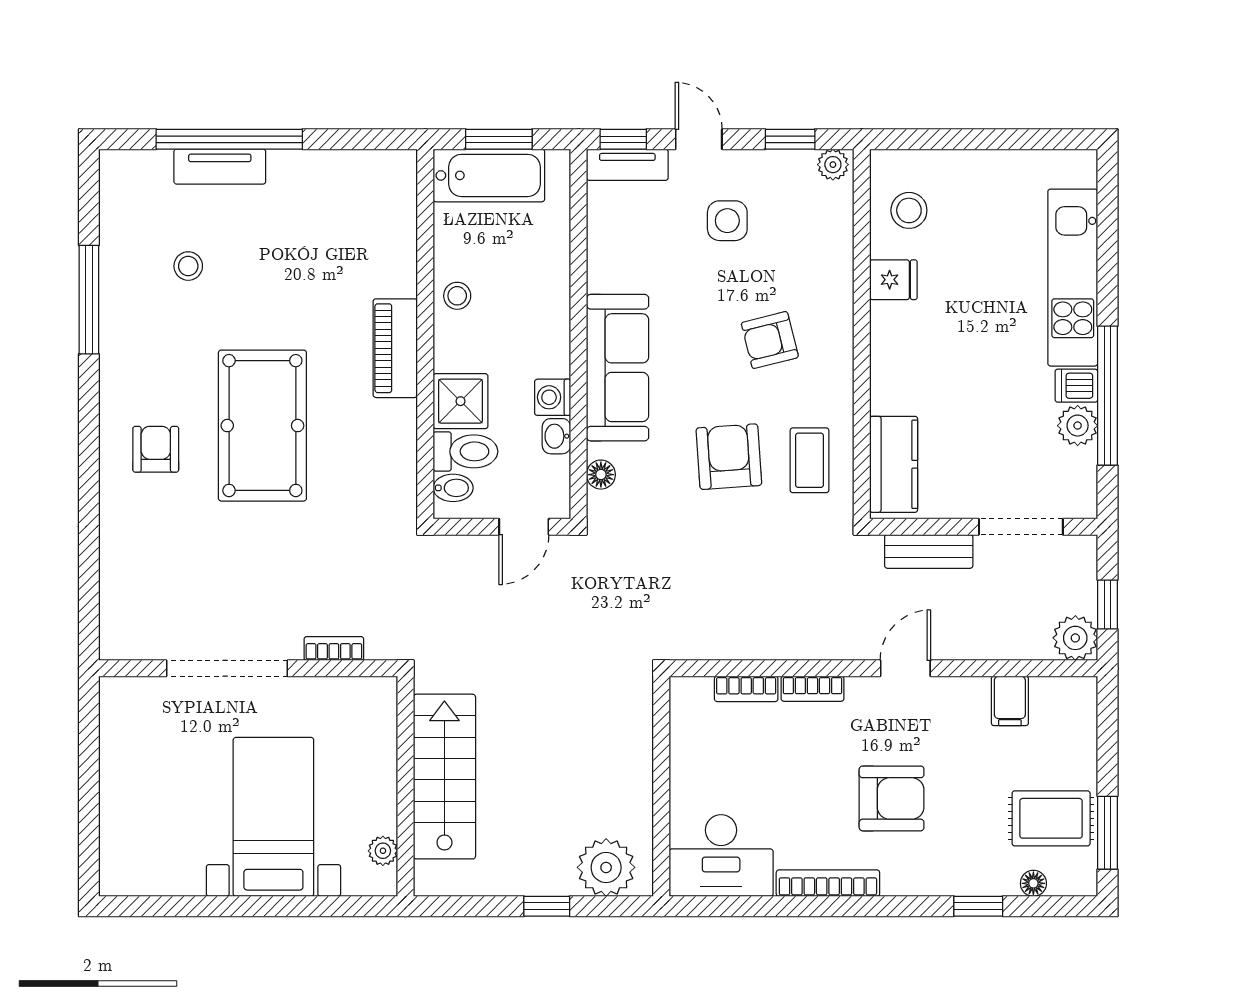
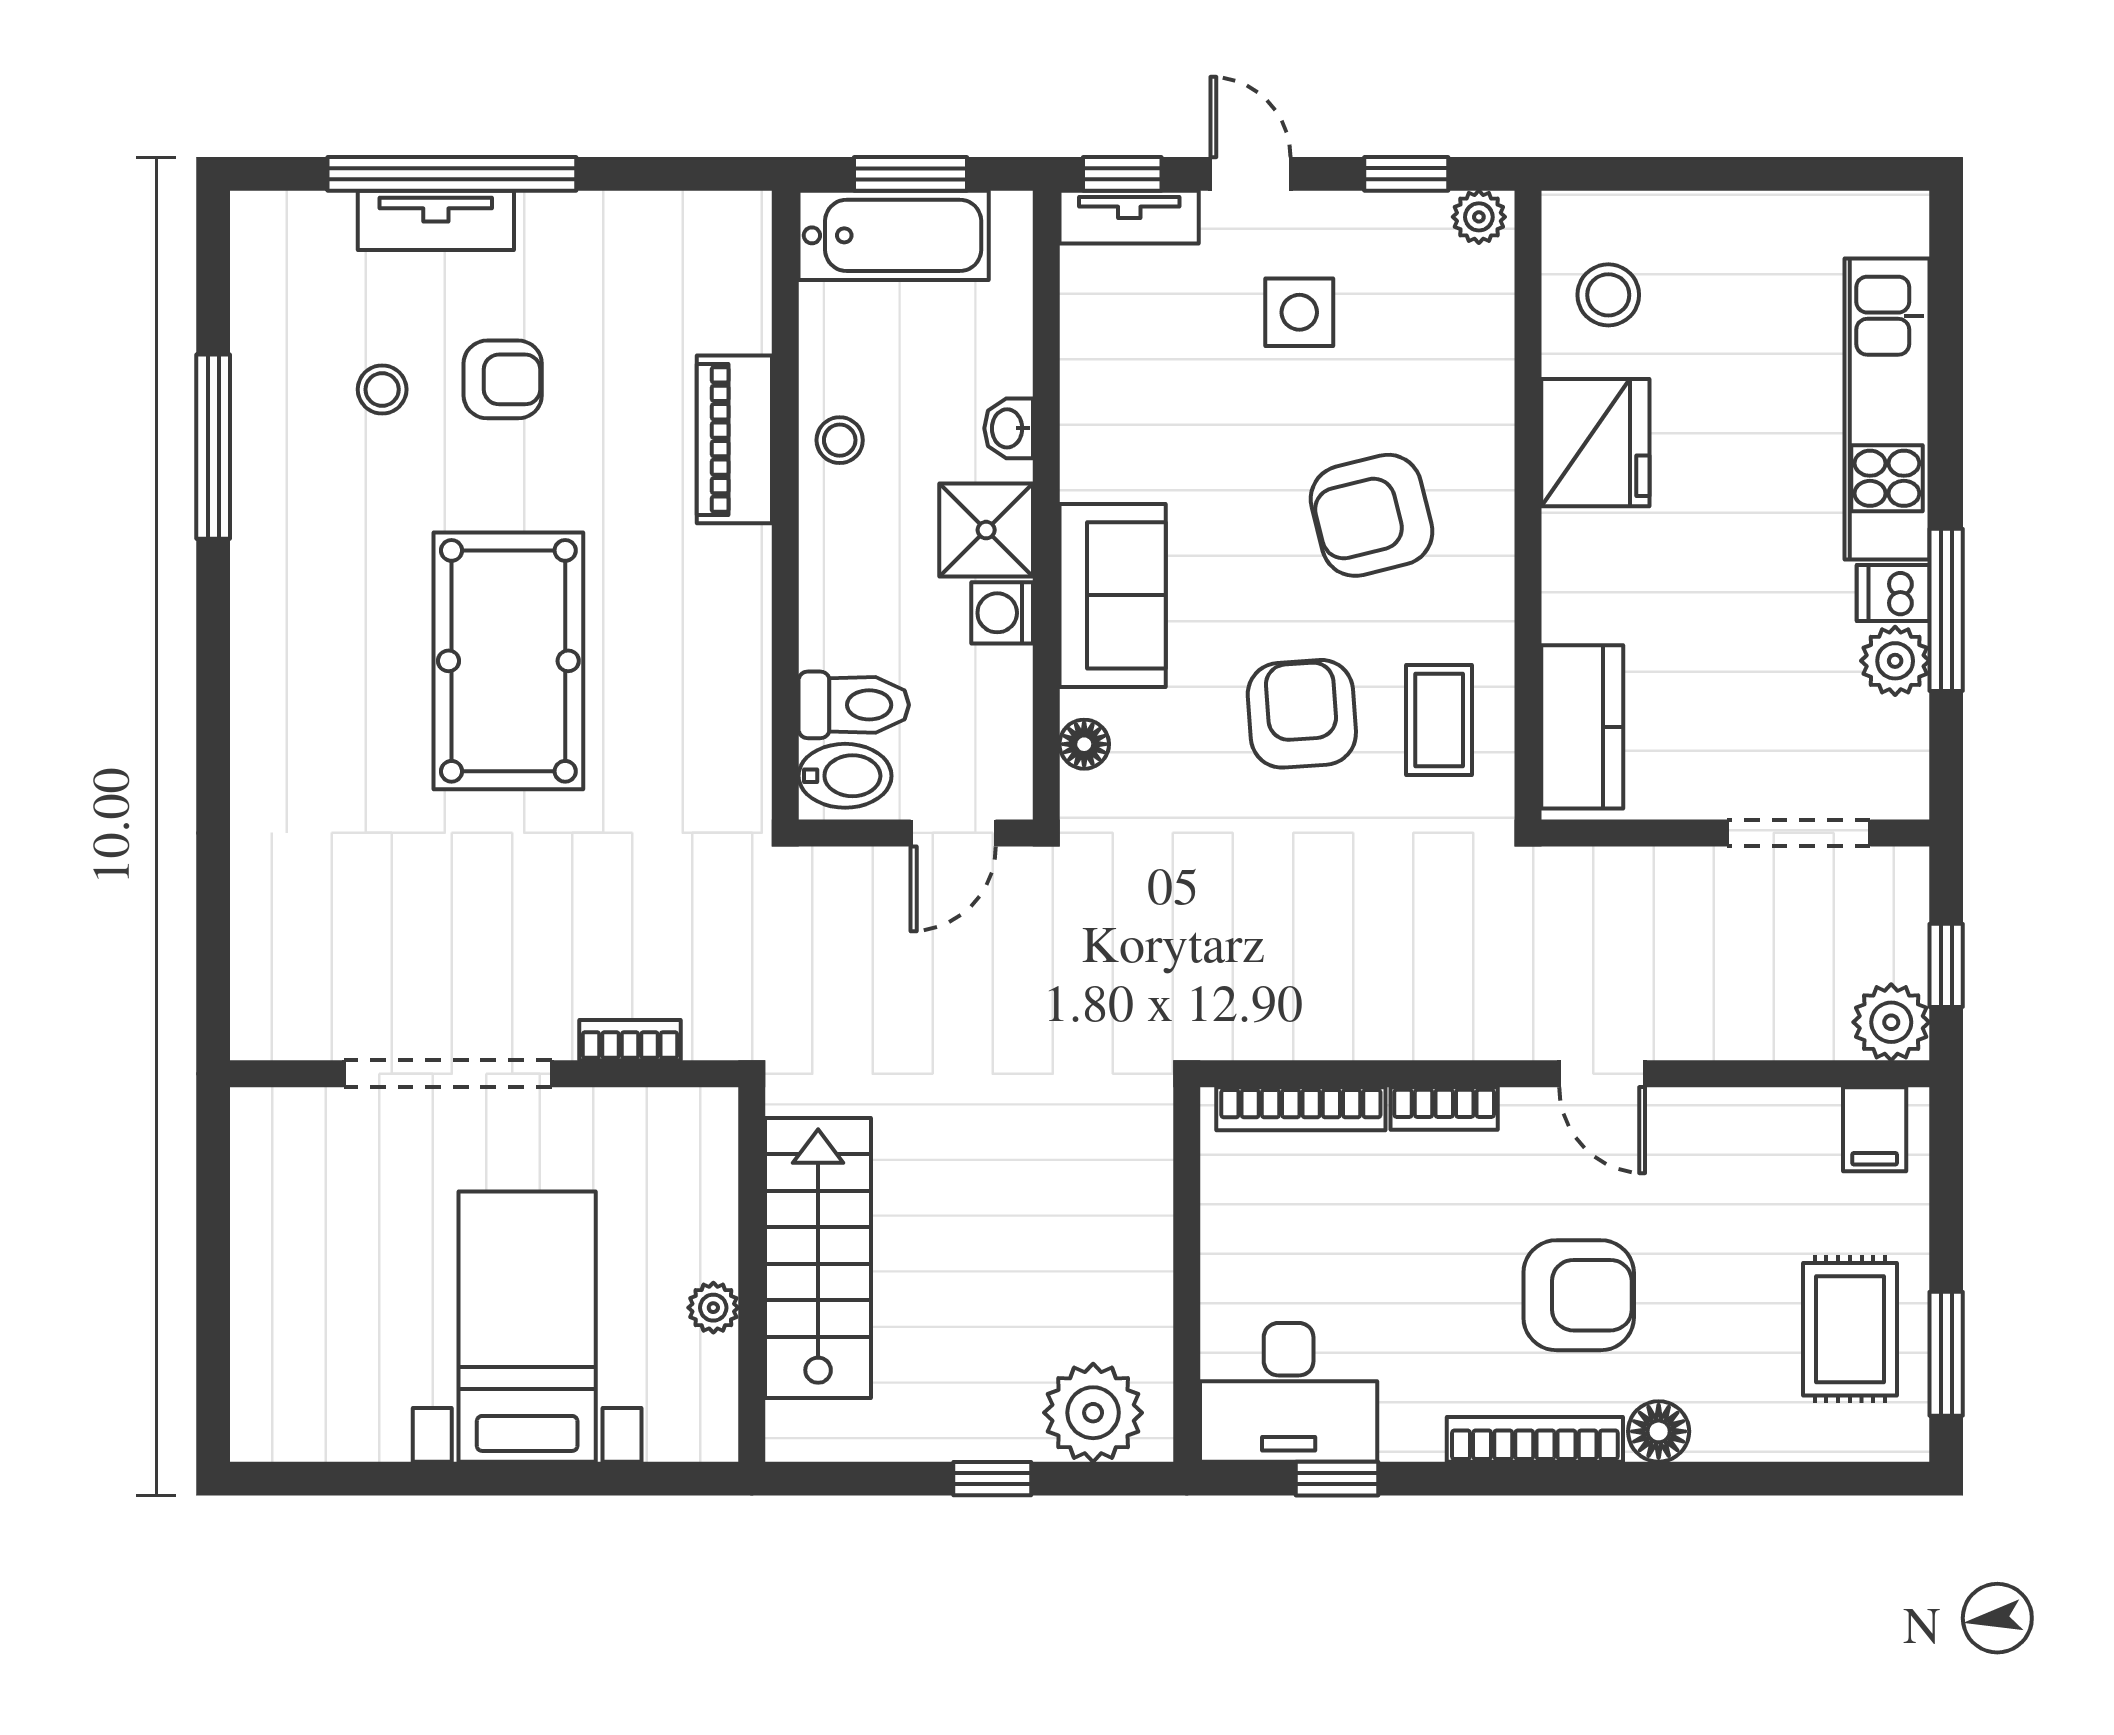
fridge: (893, 280) -> (1595, 443), width x1.88, depth x1.34
armchair: (770, 340) -> (1372, 515), width x1.38, depth x1.38
piano: (395, 348) -> (734, 439), moved
sofa: (618, 368) -> (1113, 595), width x0.73
window: (1108, 396) -> (1946, 610), width x0.68
shower: (461, 401) -> (986, 530), moved
washbasin: (556, 436) -> (1009, 428), moved
armchair: (156, 449) -> (503, 379), moved, turned 90
bidet: (453, 488) -> (845, 776), width x1.38, depth x1.36
bench: (929, 551) -> (1642, 875), removed
door: (905, 668) -> (1602, 1074), swing flipped
bookcase: (746, 689) -> (1301, 1109), width x1.56
filing cabinet: (1010, 701) -> (1875, 1129), moved
rug: (1051, 818) -> (1850, 1329), turned 90
plant: (383, 851) -> (713, 1308), moved
bookcase: (828, 883) -> (1535, 1439), moved
floor lamp: (1033, 883) -> (1659, 1431), moved, width x1.37, depth x1.37
window: (978, 906) -> (1337, 1479), moved

